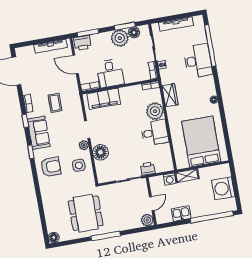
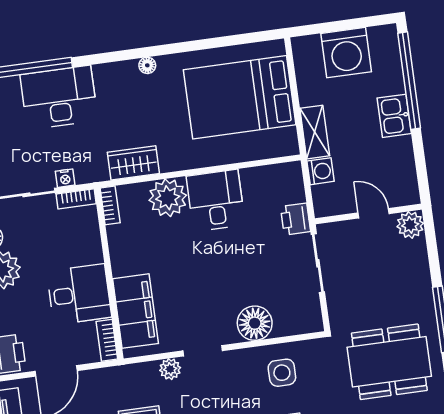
plant: (84, 145) -> (170, 369), moved
kitchen sink: (181, 214) -> (394, 116), moved

